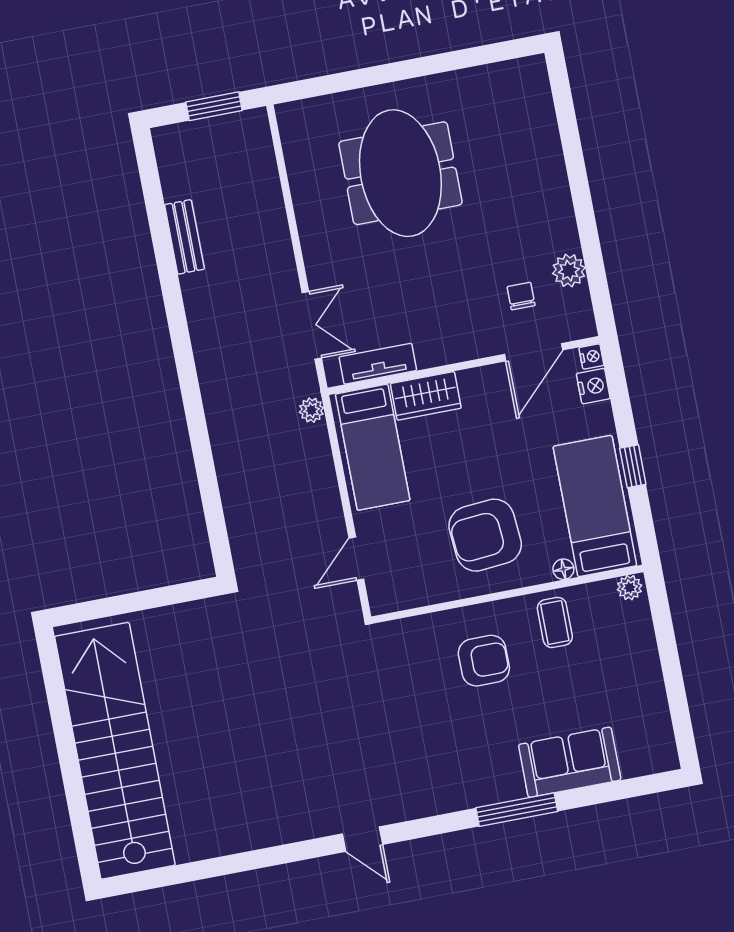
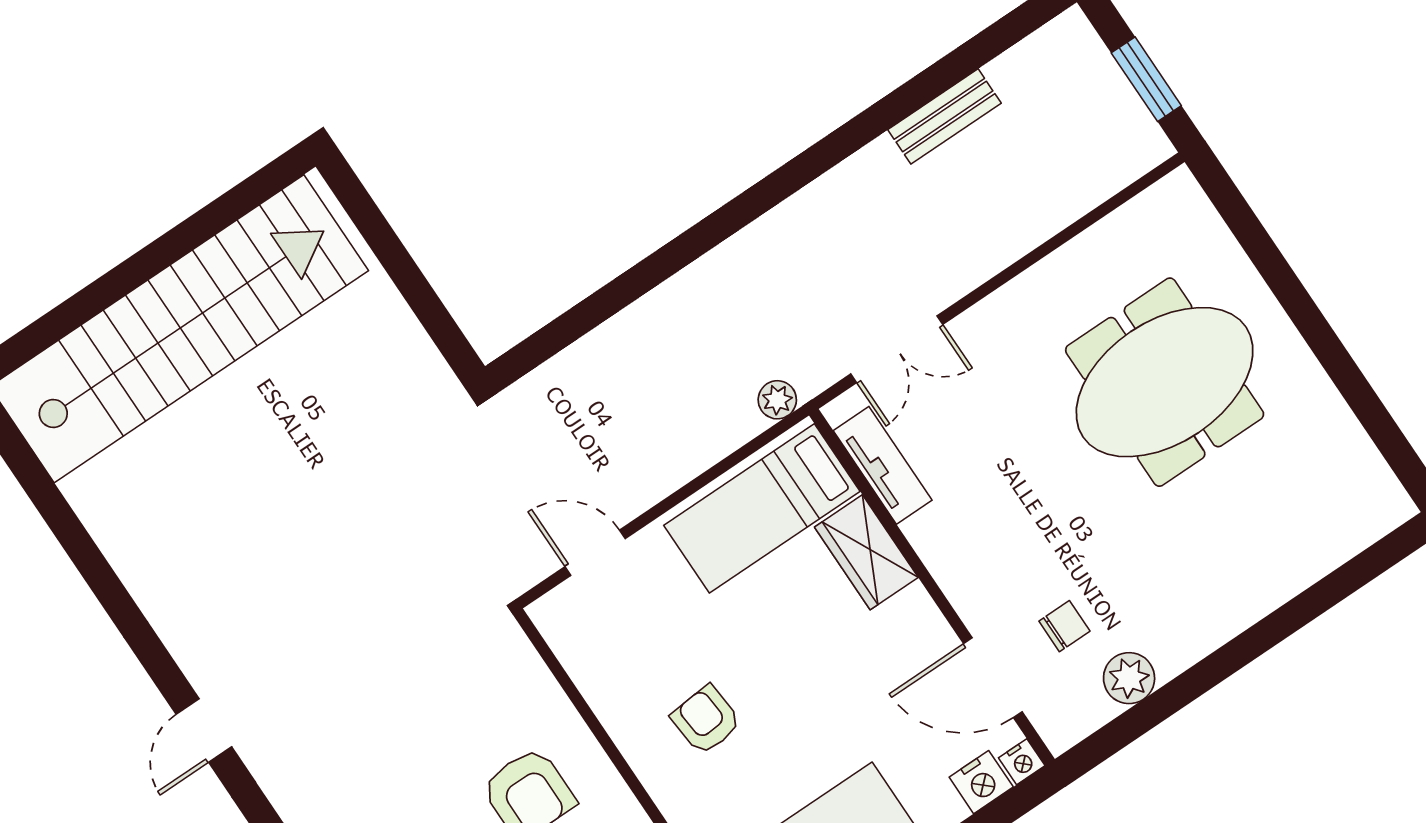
armchair: (485, 535) -> (706, 720), width x0.53, depth x0.53

